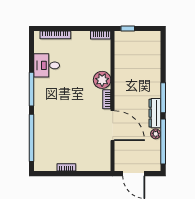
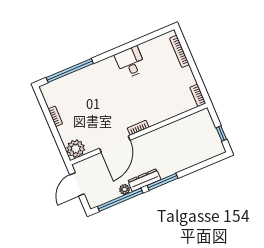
window: (128, 29) -> (221, 134), moved
desk: (47, 65) -> (130, 62), moved
plant: (102, 80) -> (76, 149), moved
window: (32, 89) -> (117, 51), removed

